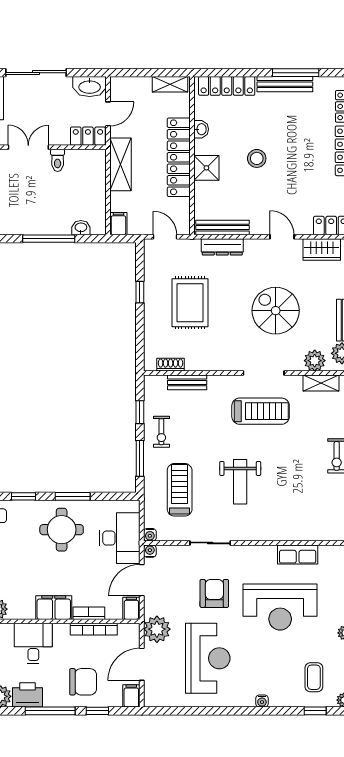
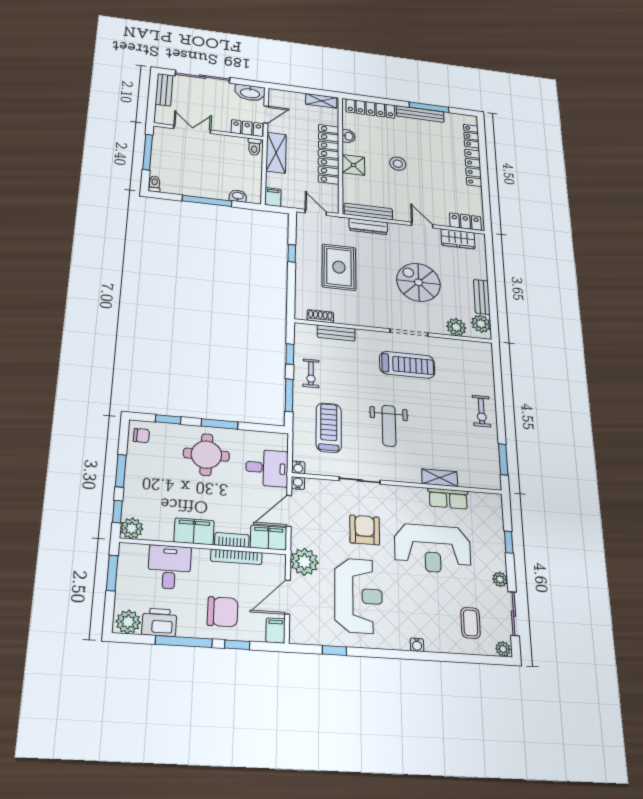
toilet: (58, 160) -> (254, 147), moved
shelving: (321, 383) -> (440, 478), moved
desk: (120, 538) -> (267, 468), width x0.73
filing cabinet: (131, 608) -> (269, 538), width x2.00
window: (315, 711) -> (335, 651), moved

